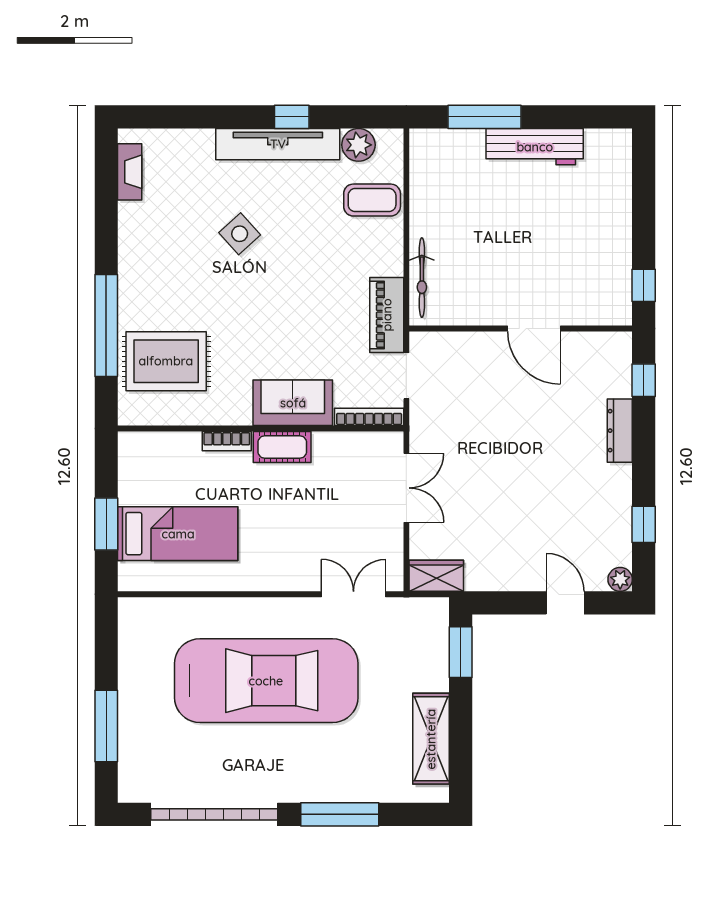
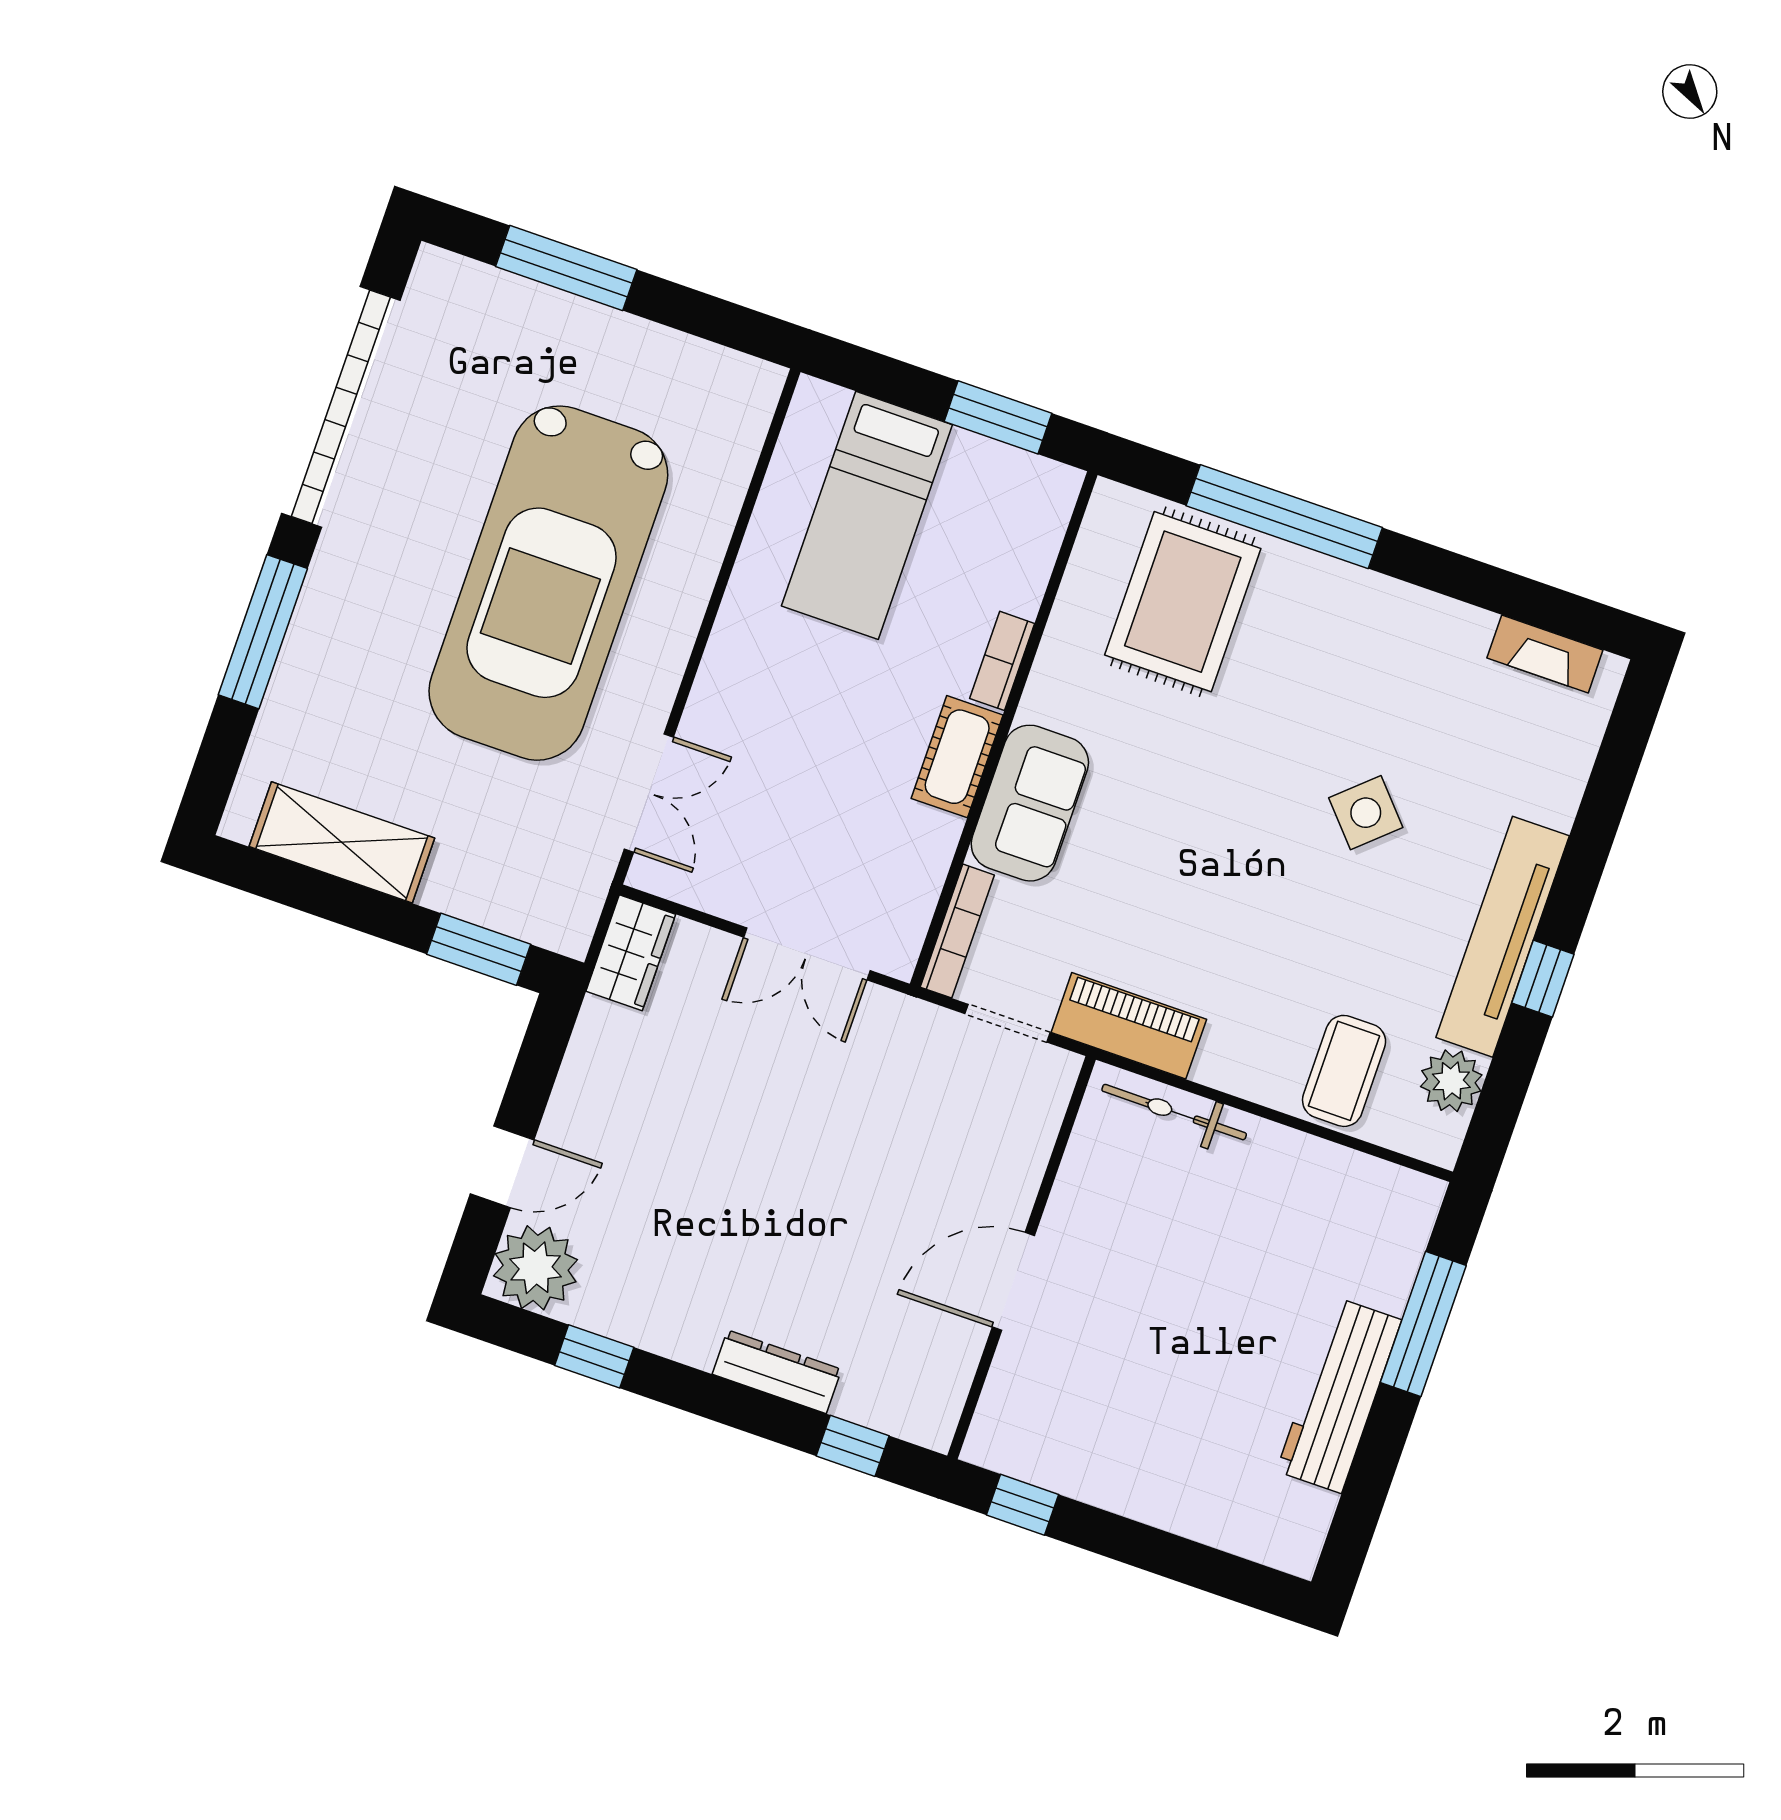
window: (106, 524) -> (998, 417), moved
plant: (620, 579) -> (536, 1268), width x1.88, depth x1.88

